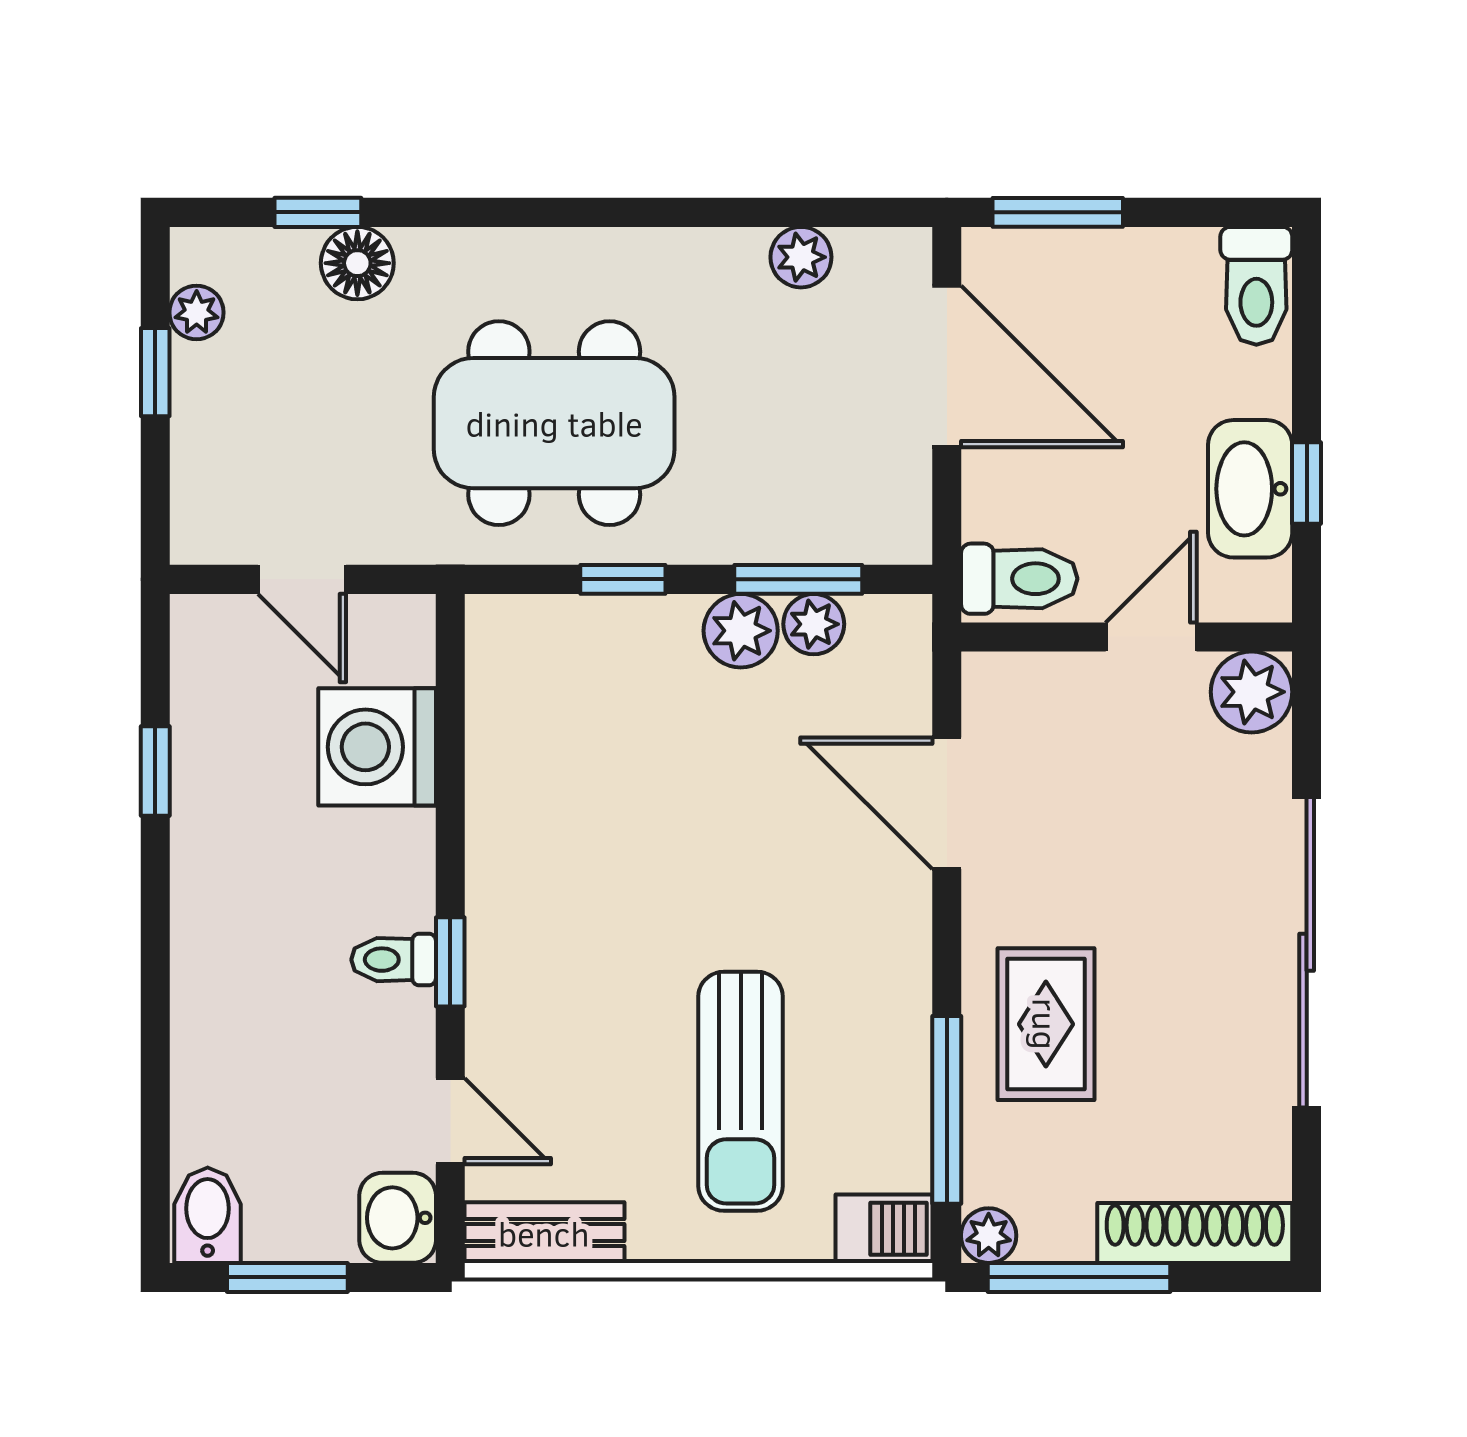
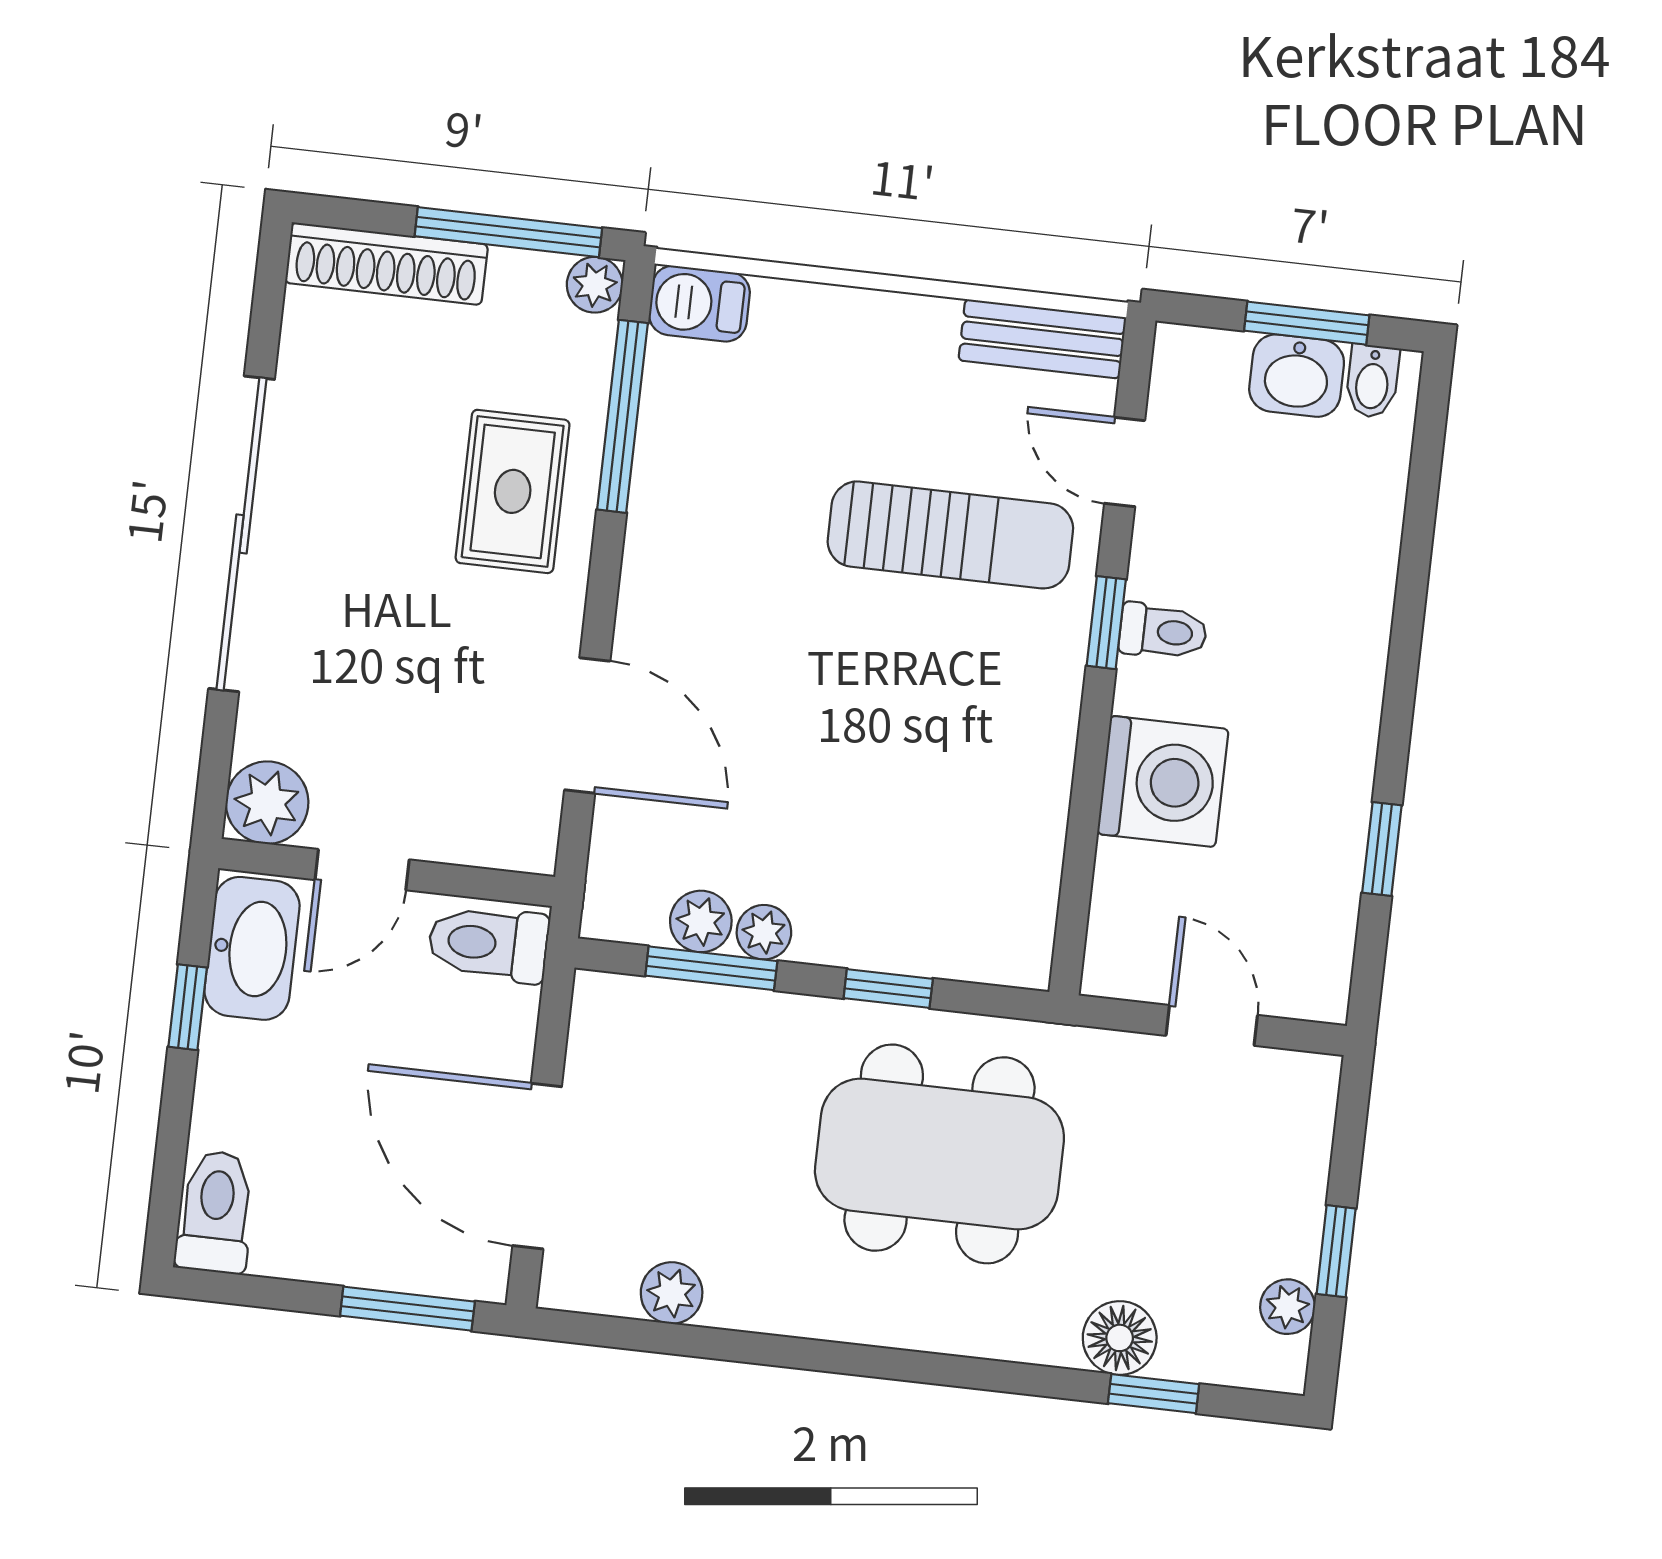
washbasin: (1250, 489) -> (252, 948), moved
plant: (741, 631) -> (764, 932), width x0.73, depth x0.73
washing machine: (377, 747) -> (1163, 781), moved
sun lounger: (741, 1091) -> (950, 535), moved, turned 90
bidet: (208, 1215) -> (1372, 381), width x0.72, depth x0.74
washbasin: (398, 1218) -> (1297, 376), moved, turned 90

